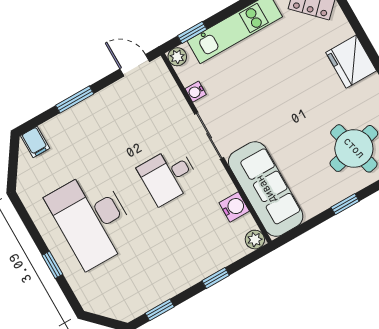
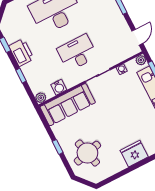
desk: (169, 175) -> (77, 53), width x1.37
printer: (173, 279) -> (21, 53), added

